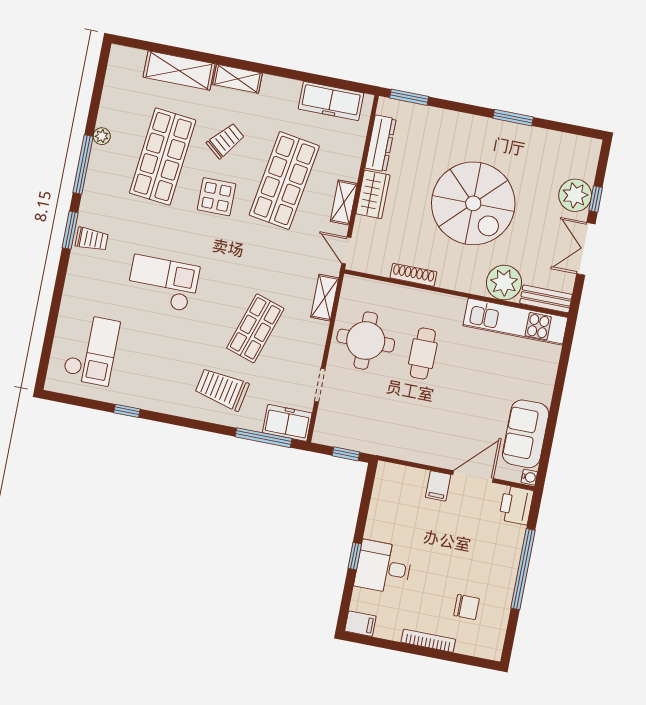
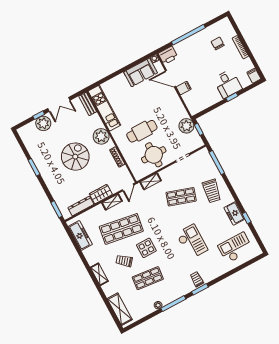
shelving: (179, 70) -> (120, 309), moved
shop shelf: (163, 157) -> (148, 278), width x0.70, depth x0.74
spiral stairs: (473, 203) -> (75, 157), width x0.73, depth x0.73
checkout: (163, 283) -> (192, 242), turned 180
plant: (504, 283) -> (101, 136), moved
cafe table: (423, 354) -> (142, 131), width x1.37, depth x1.35
freezer: (287, 423) -> (234, 213), moved
plant: (369, 437) -> (186, 126), added

